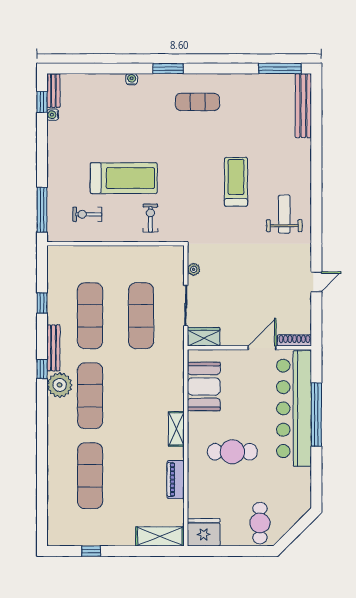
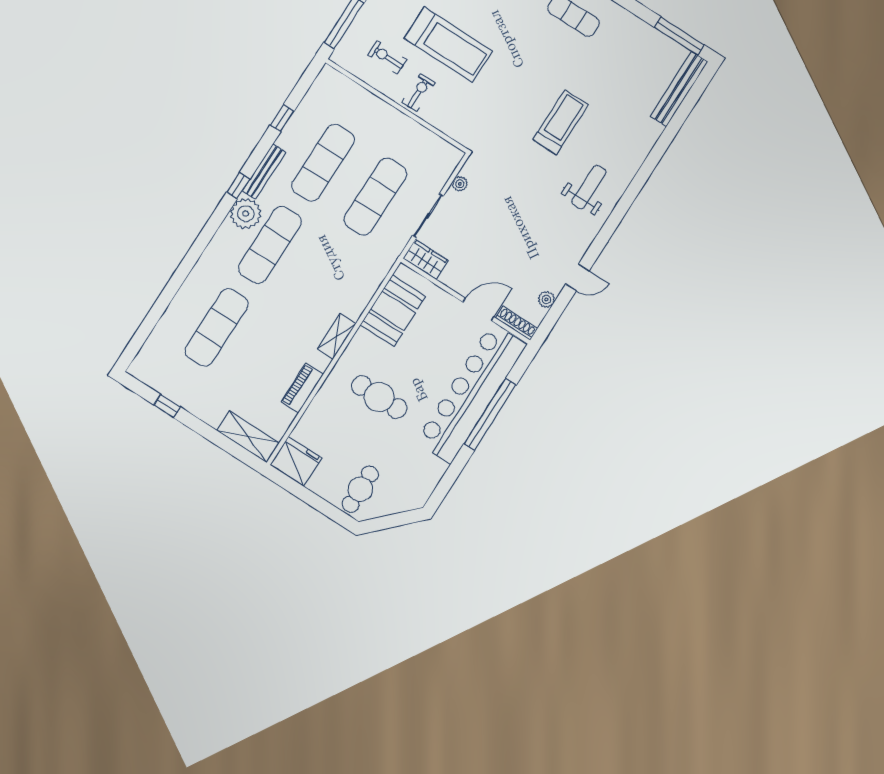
exercise bike: (150, 218) -> (418, 92), moved
plant: (305, 311) -> (546, 299), added

